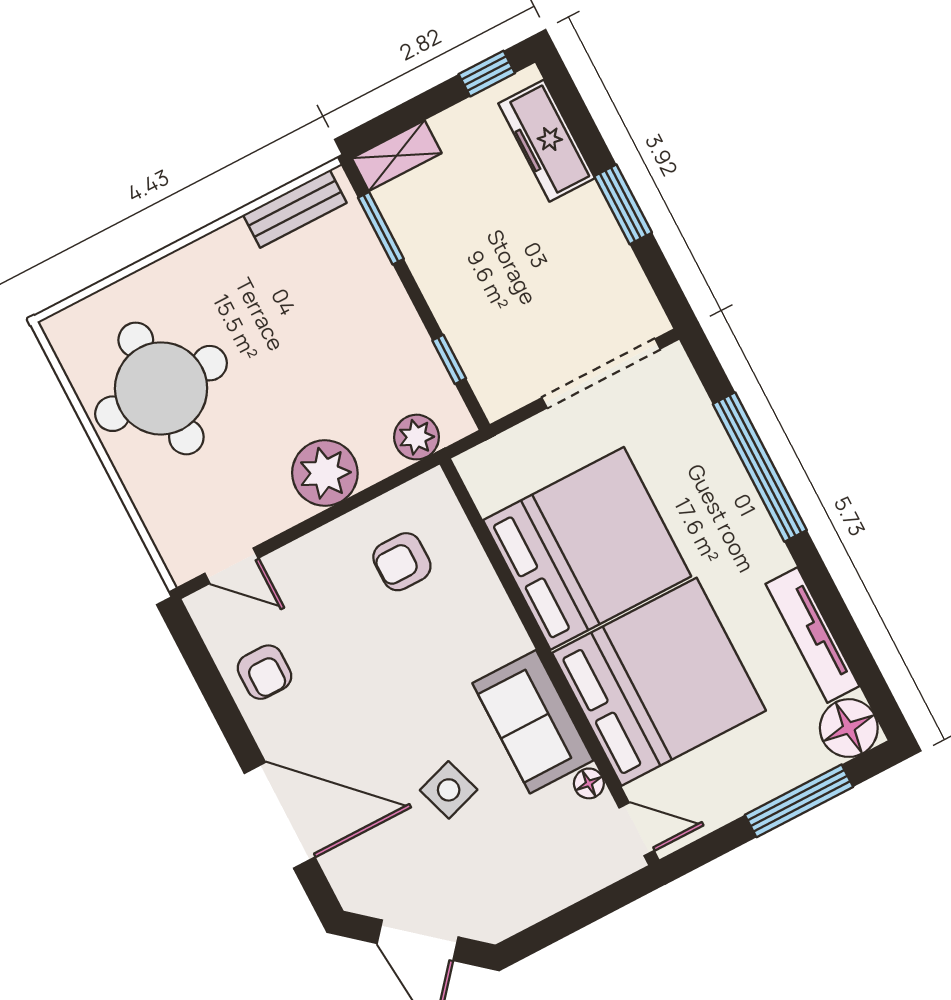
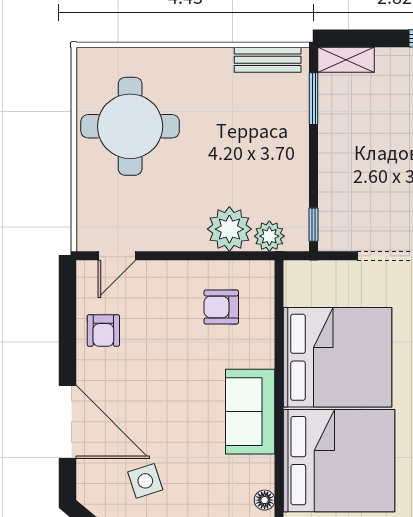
window: (449, 359) -> (314, 225), moved
plant: (325, 473) -> (229, 229), moved
door: (232, 566) -> (117, 256), hinge flipped
sofa: (533, 722) -> (250, 412), moved
side table: (449, 790) -> (145, 481), moved

